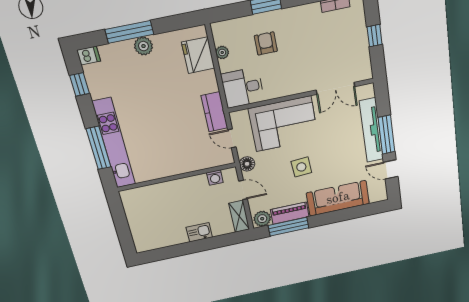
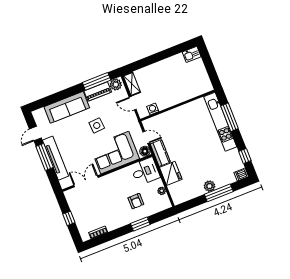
fridge: (198, 55) -> (171, 173), moved
floor lamp: (247, 164) -> (145, 151), moved
door: (391, 169) -> (35, 134), swing flipped
kitchen sink: (199, 232) -> (192, 54), moved

